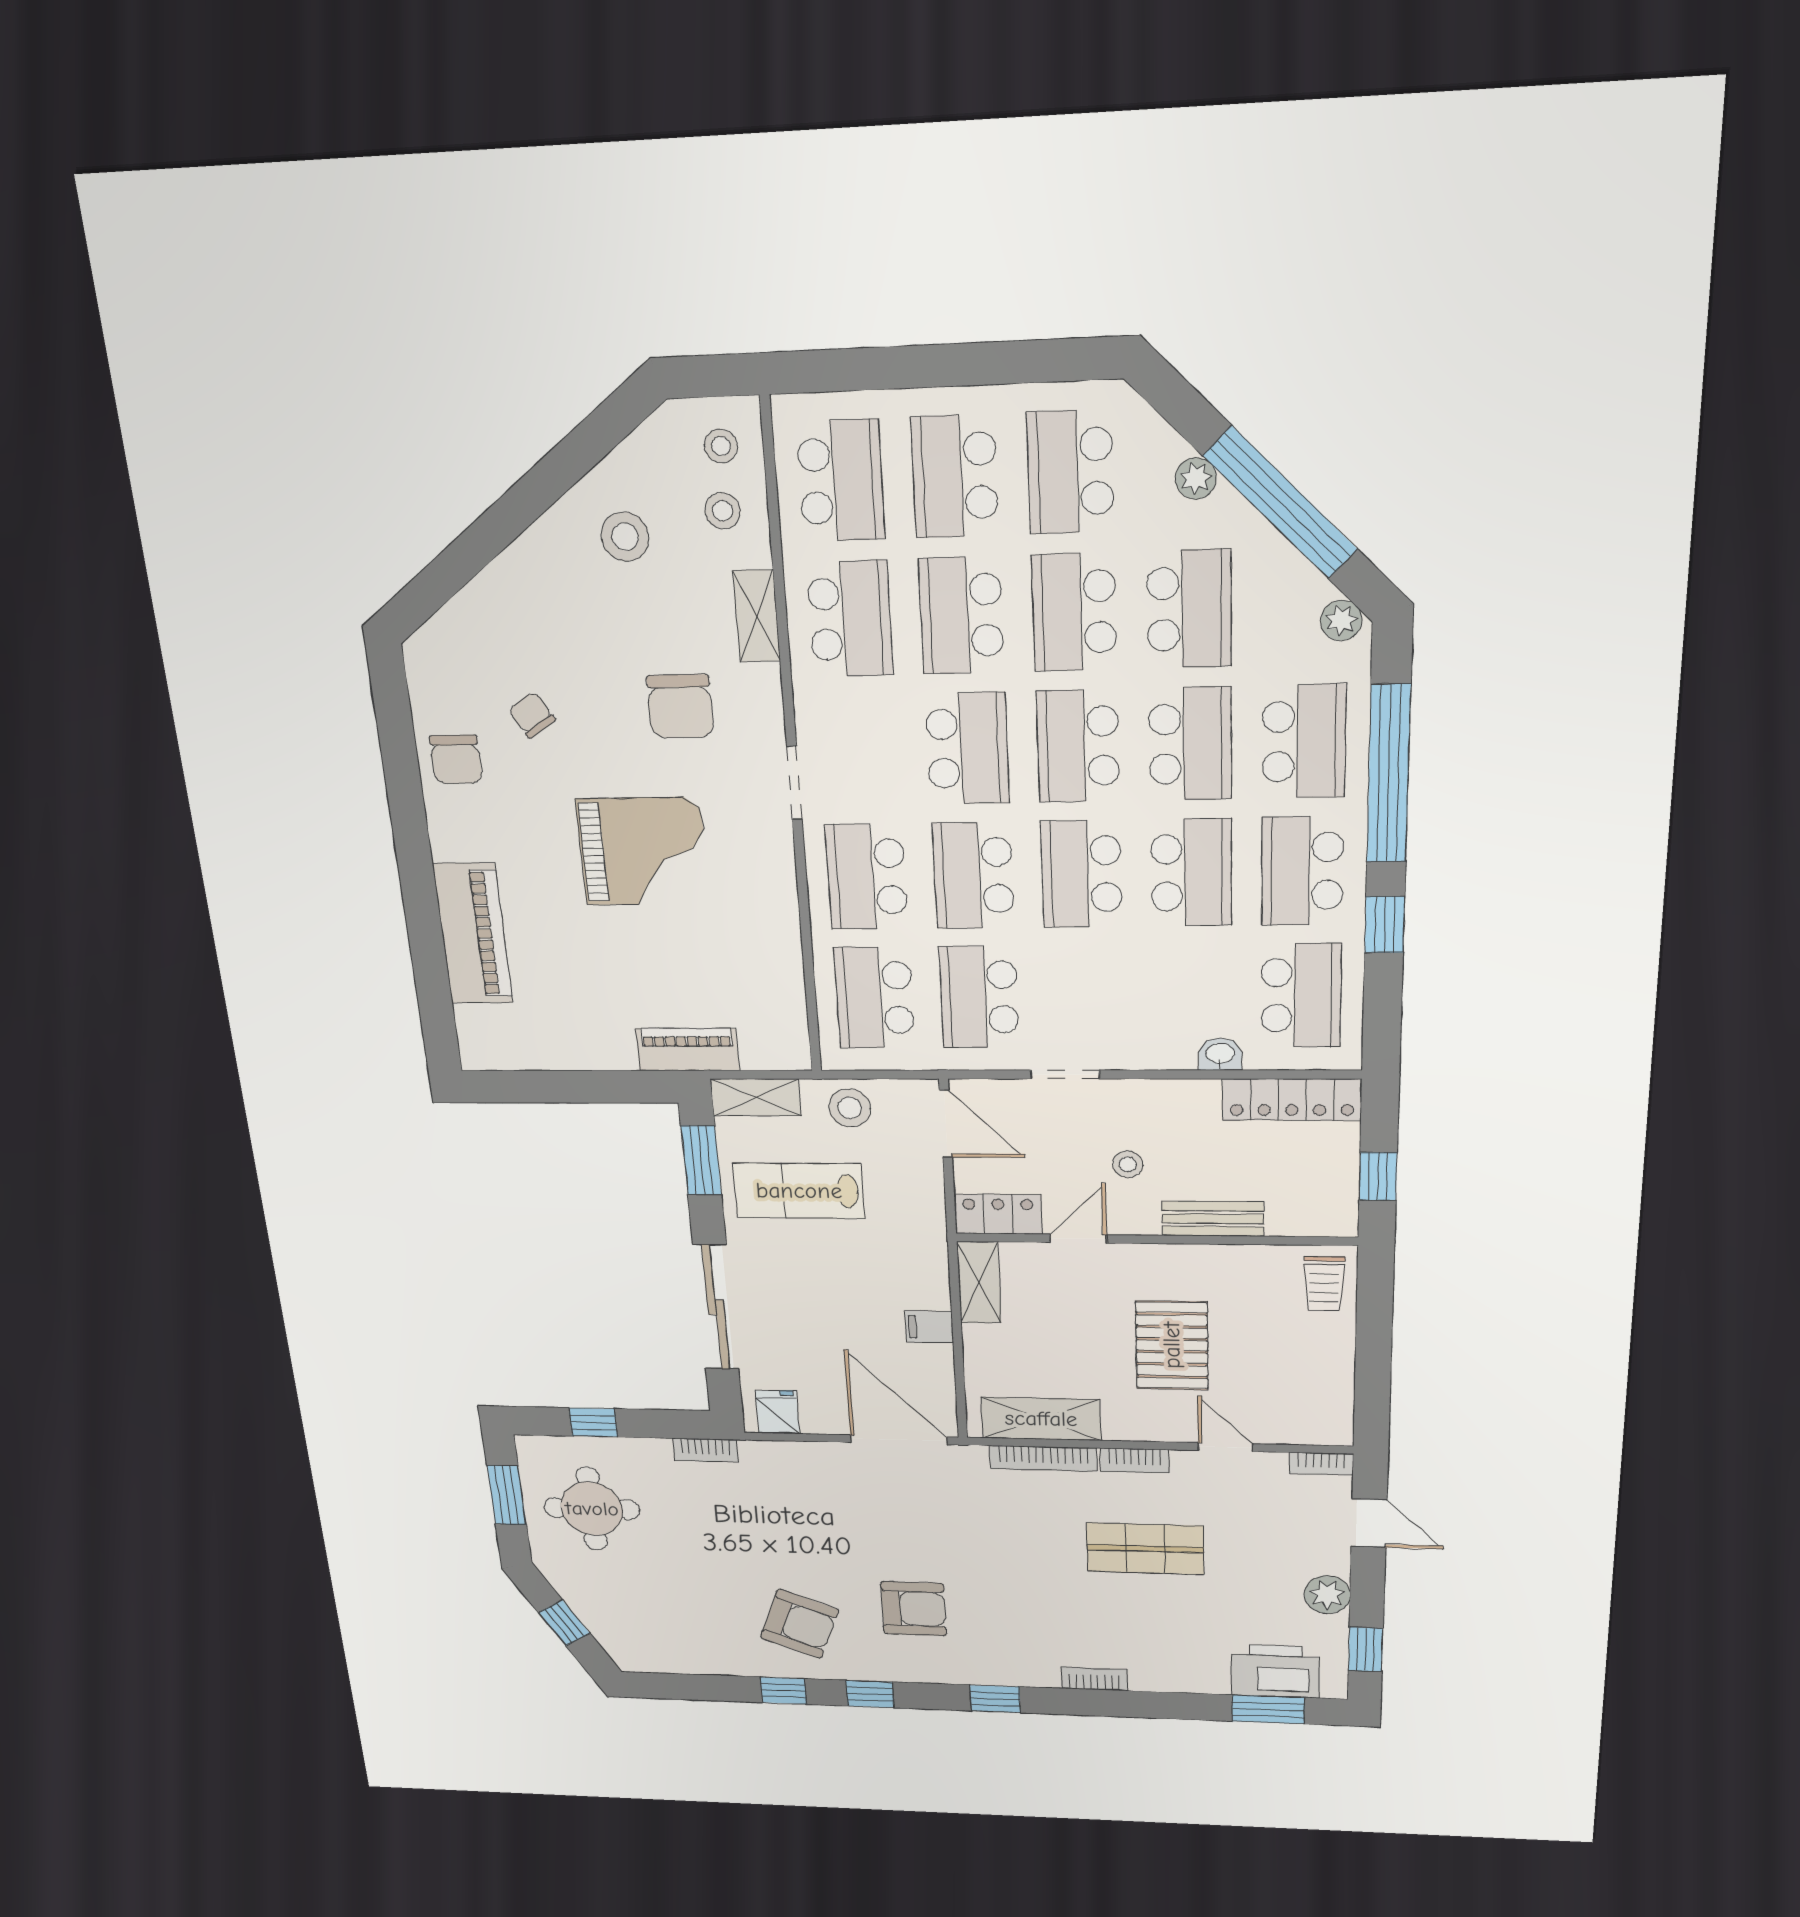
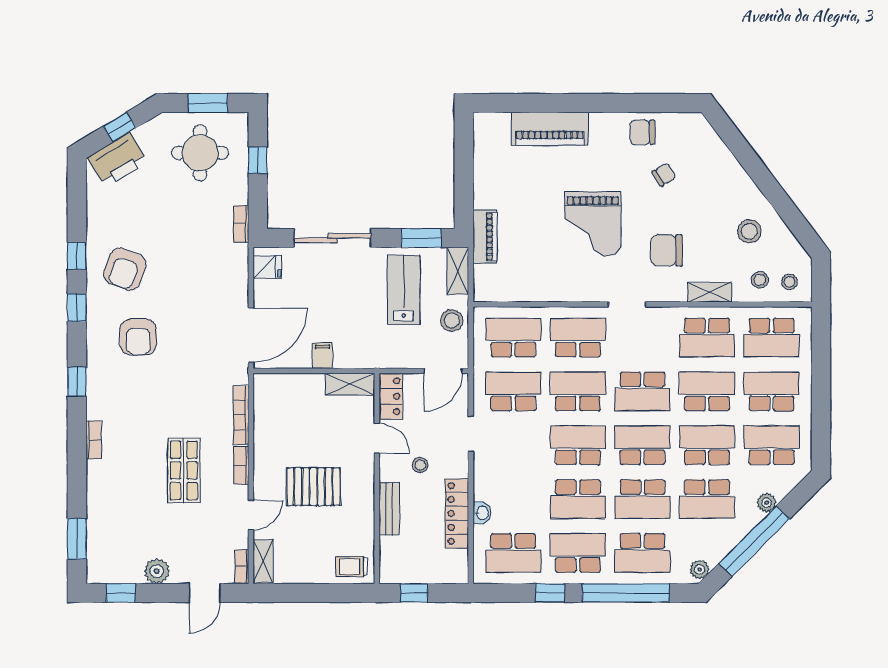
locker: (1292, 1100) -> (457, 513), moved
shelving: (1041, 1419) -> (263, 561), moved, width x0.67, depth x0.75
printer: (1275, 1671) -> (118, 160), moved, turned 59

